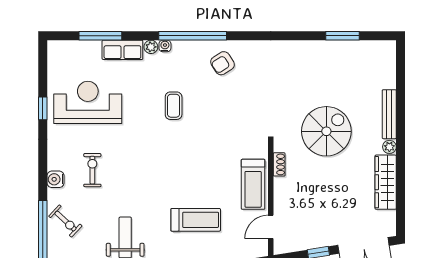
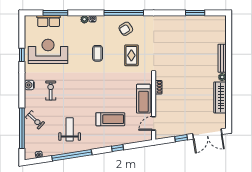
window: (193, 36) -> (124, 13), moved
row of seats: (122, 50) -> (49, 21), moved
rug: (232, 109) -> (131, 55), added
spiral stairs: (326, 131) -> (186, 68), removed
water cooler: (55, 179) -> (29, 85), moved

